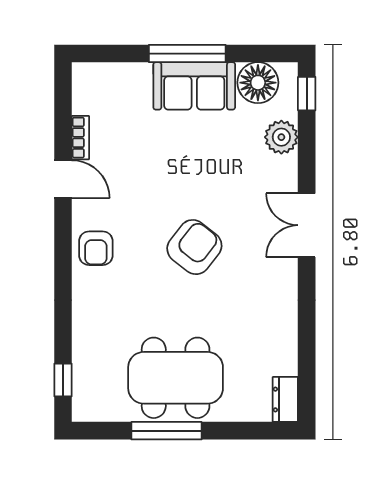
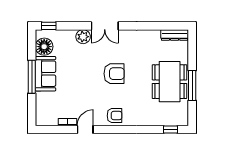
plant: (281, 137) -> (83, 37), moved
armchair: (194, 247) -> (114, 74), turned 142
dresser: (285, 399) -> (175, 35), width x1.44

